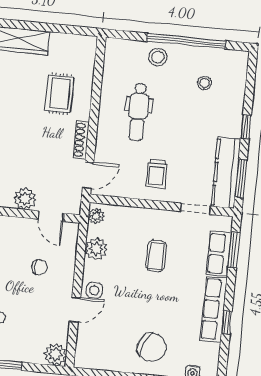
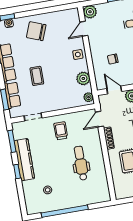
stool: (158, 57) -> (78, 197), removed
kitchen counter: (226, 173) -> (24, 160), moved
coffee table: (156, 256) -> (37, 76), moved
door: (75, 310) -> (84, 29), moved

